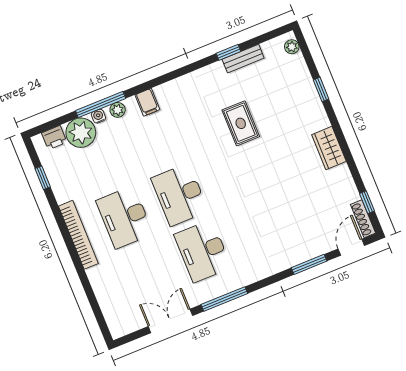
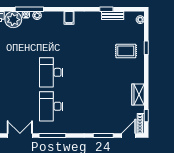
filing cabinet: (147, 102) -> (69, 18), moved
rug: (241, 123) -> (126, 51), moved, turned 90
wardrobe: (329, 148) -> (138, 94), moved
desk: (125, 217) -> (18, 72), removed

